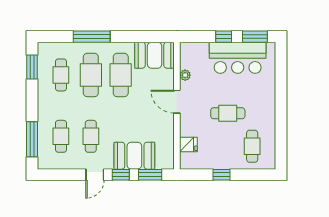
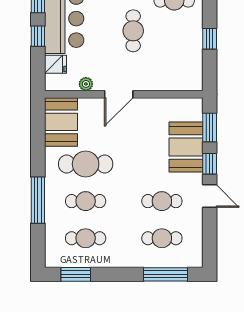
cafe table: (91, 75) -> (86, 201), width x0.73, depth x0.74
fridge: (188, 144) -> (56, 64), moved, turned 90

